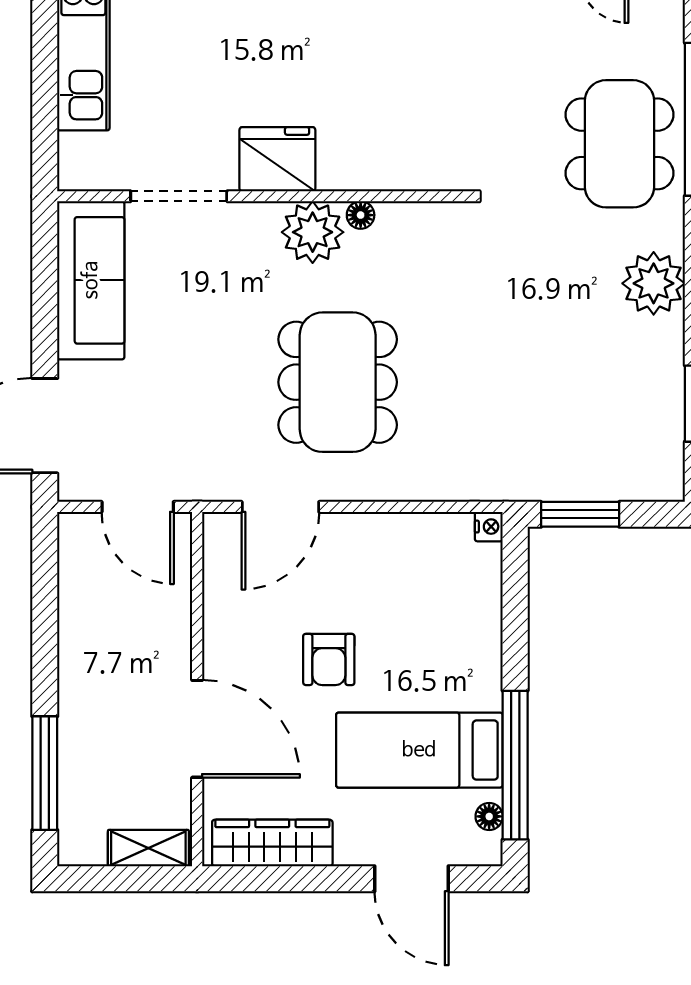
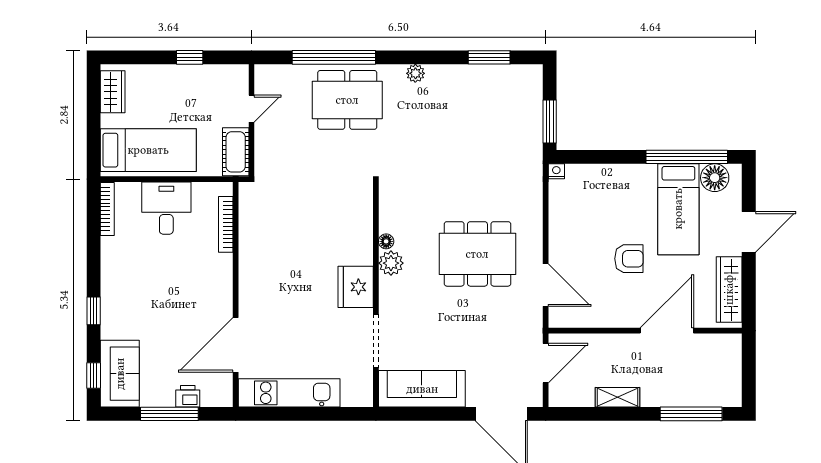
plant: (313, 232) -> (391, 263), width x0.73, depth x0.73
plant: (654, 283) -> (415, 73), width x0.53, depth x0.53
floor lamp: (489, 816) -> (715, 178), width x1.89, depth x1.89
shelving: (148, 848) -> (617, 397), moved, turned 90
door: (412, 879) -> (749, 232), moved

